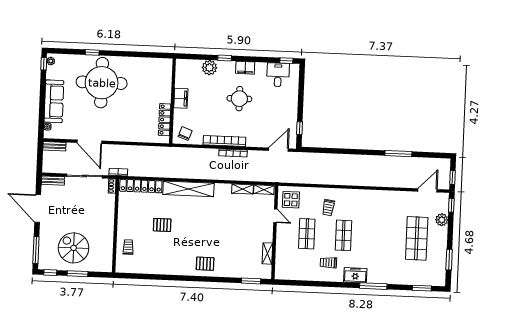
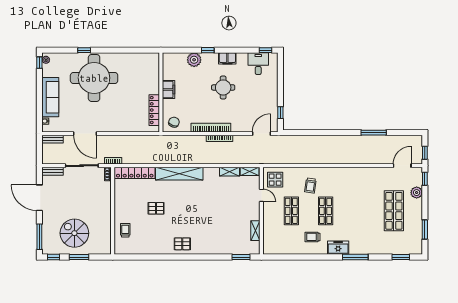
pallet: (205, 264) -> (182, 244), moved

